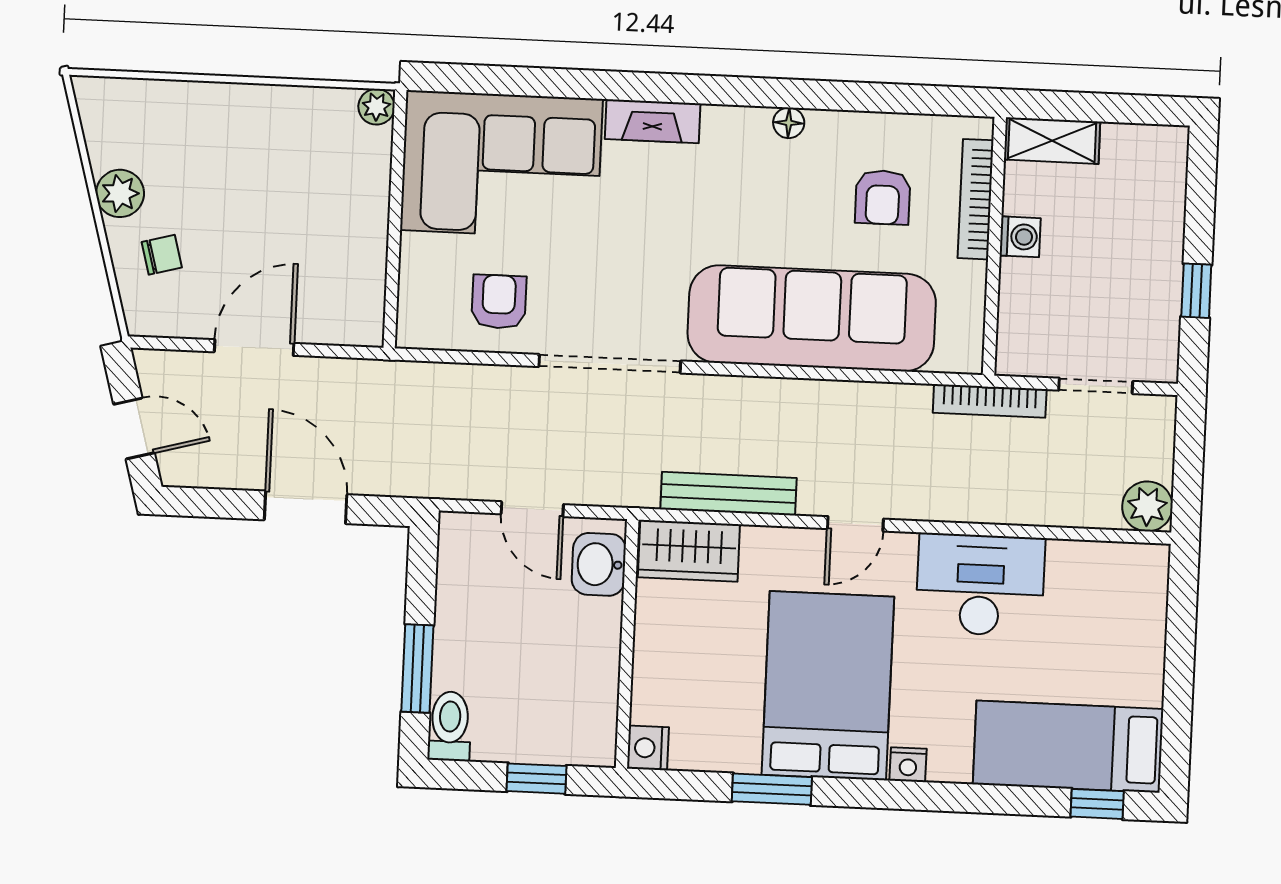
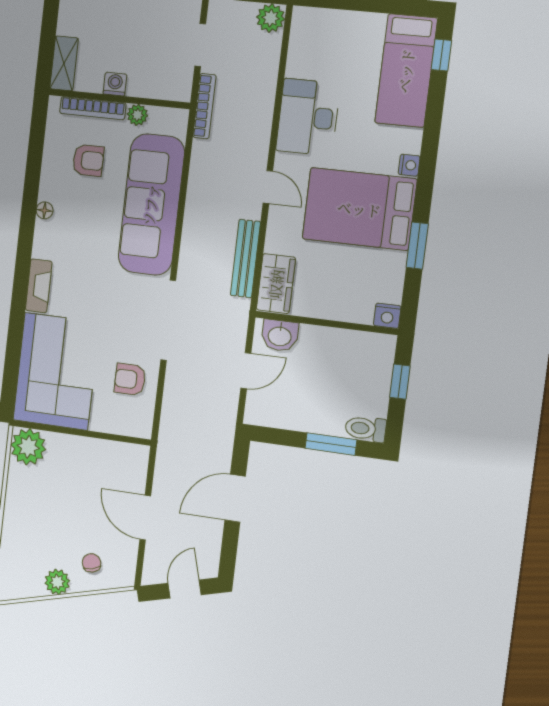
plant: (376, 107) -> (28, 447), width x1.88, depth x1.88
plant: (968, 282) -> (137, 115), added

